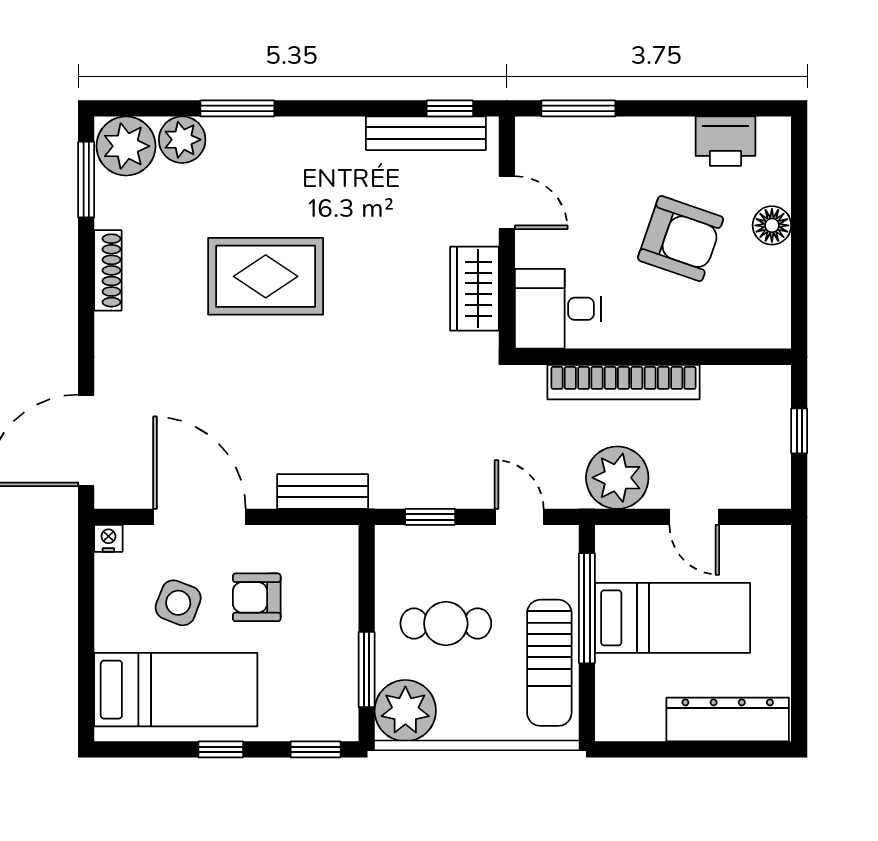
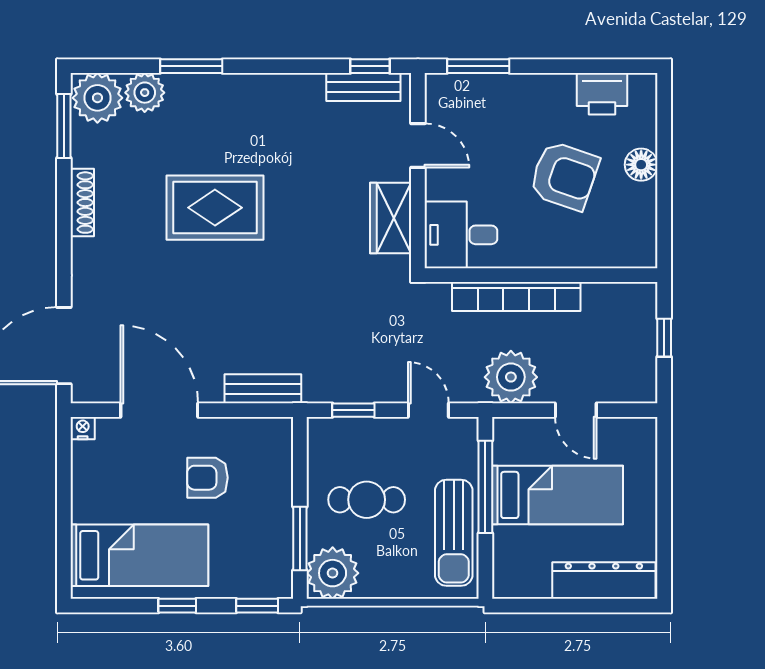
bench: (426, 133) -> (363, 87), width x0.73
side table: (178, 603) -> (141, 482), removed

